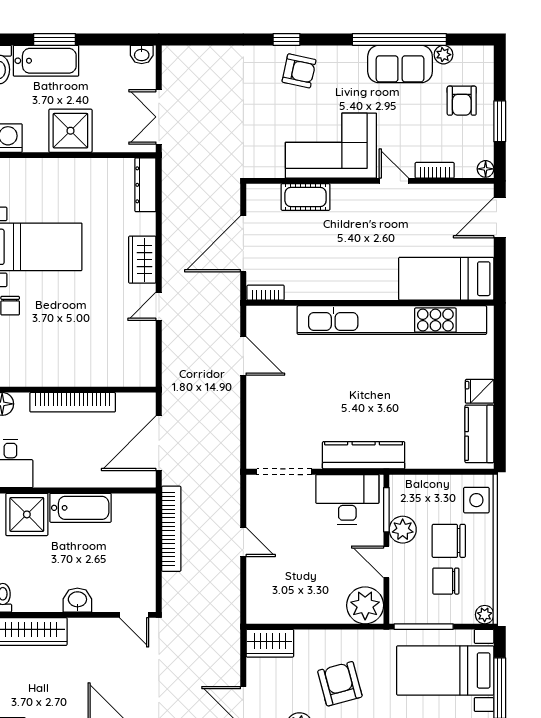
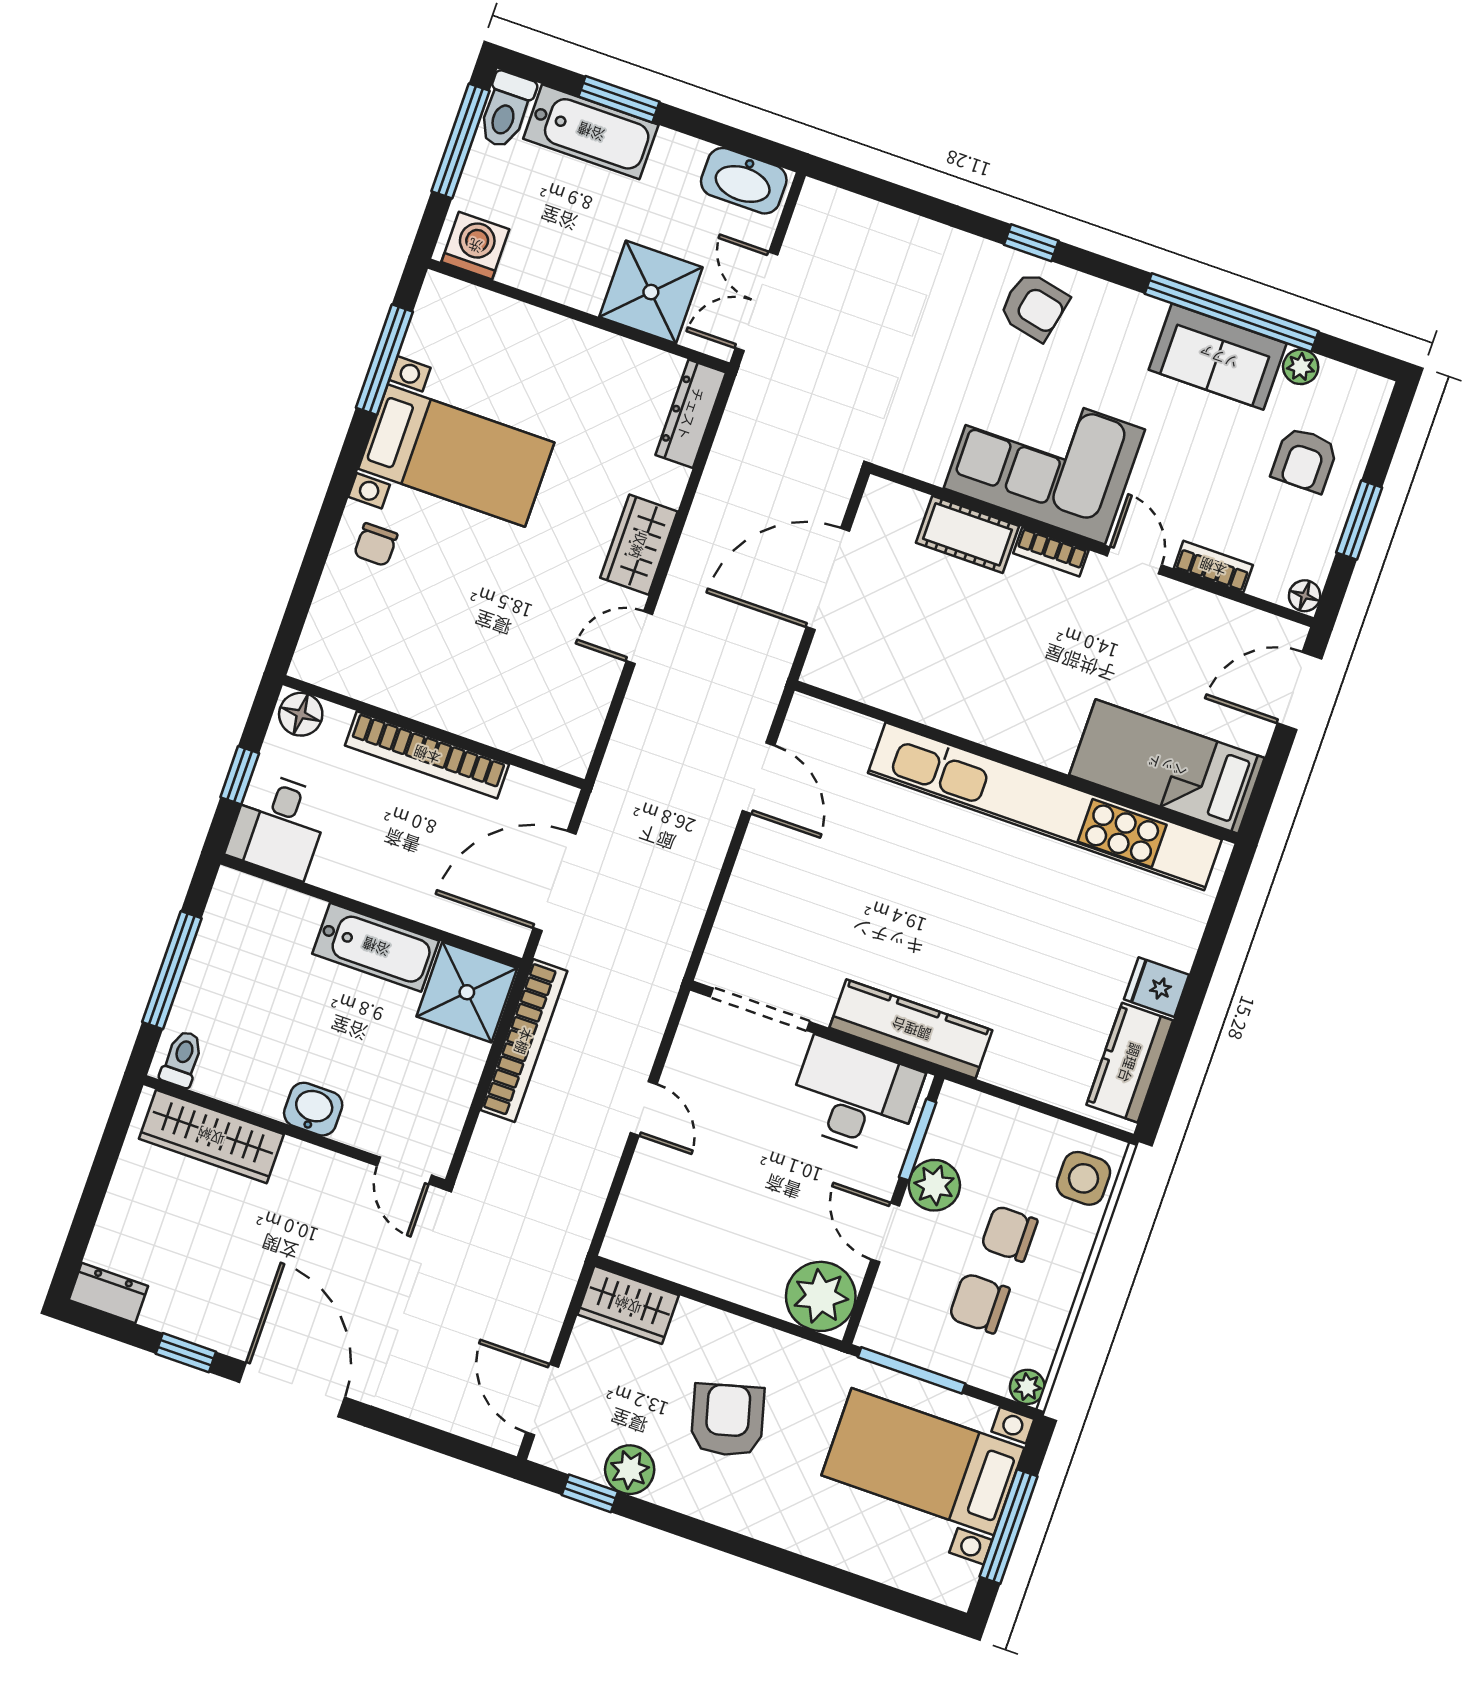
washbasin: (142, 54) -> (744, 181), width x1.91, depth x1.45
shower: (70, 131) -> (651, 292), moved
bookcase: (266, 293) -> (1051, 552), moved, turned 180
shower: (27, 514) -> (467, 992), moved
chair: (449, 541) -> (1009, 1234), width x0.73, depth x0.73

